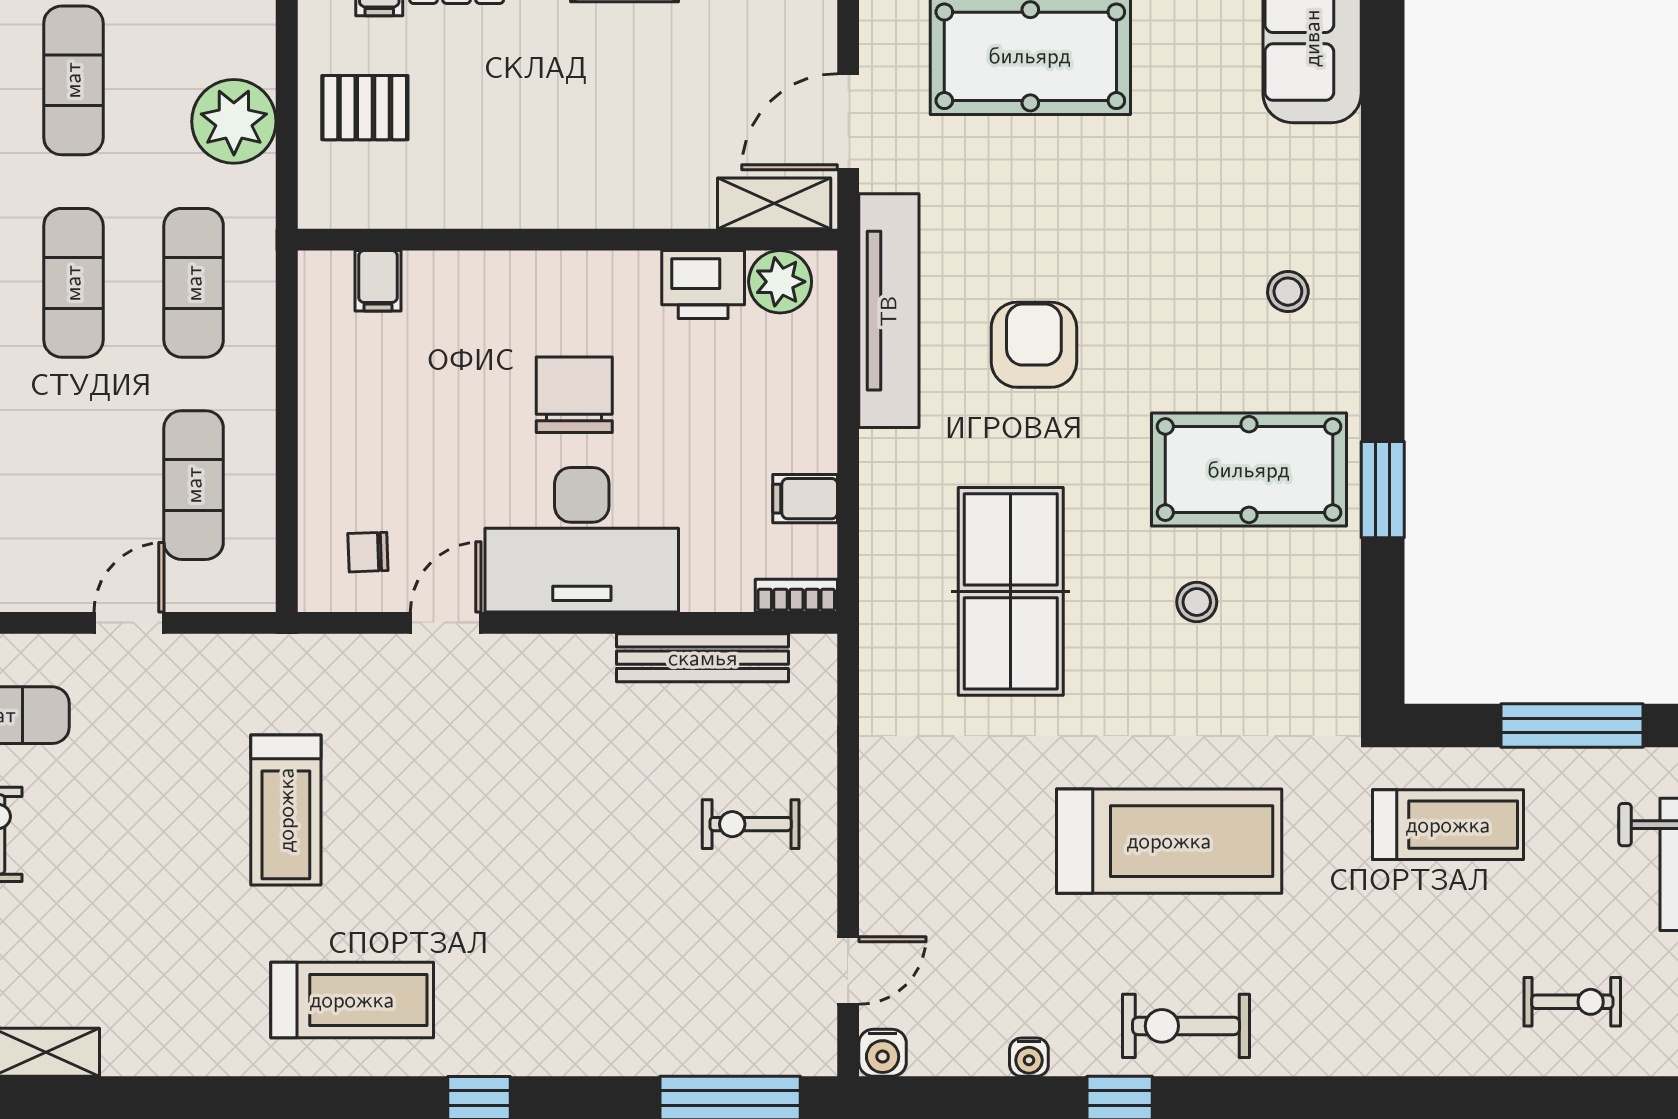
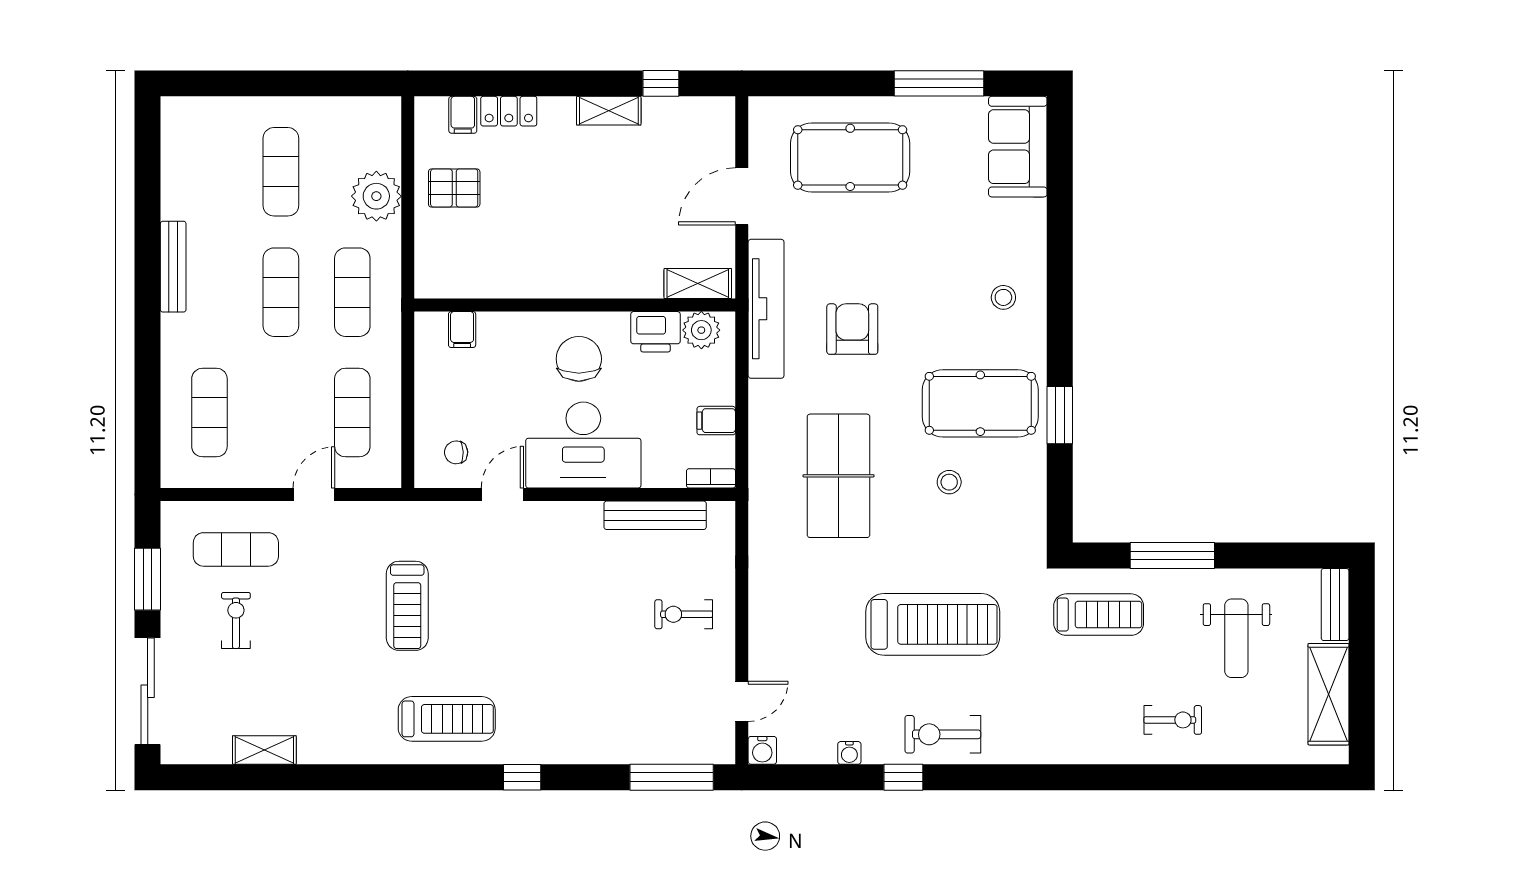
shelving: (774, 203) -> (698, 283), moved
wall: (567, 240) -> (575, 305), moved
filing cabinet: (378, 281) -> (462, 330), moved
plant: (780, 282) -> (701, 330), moved
printer: (703, 285) -> (656, 332), moved

